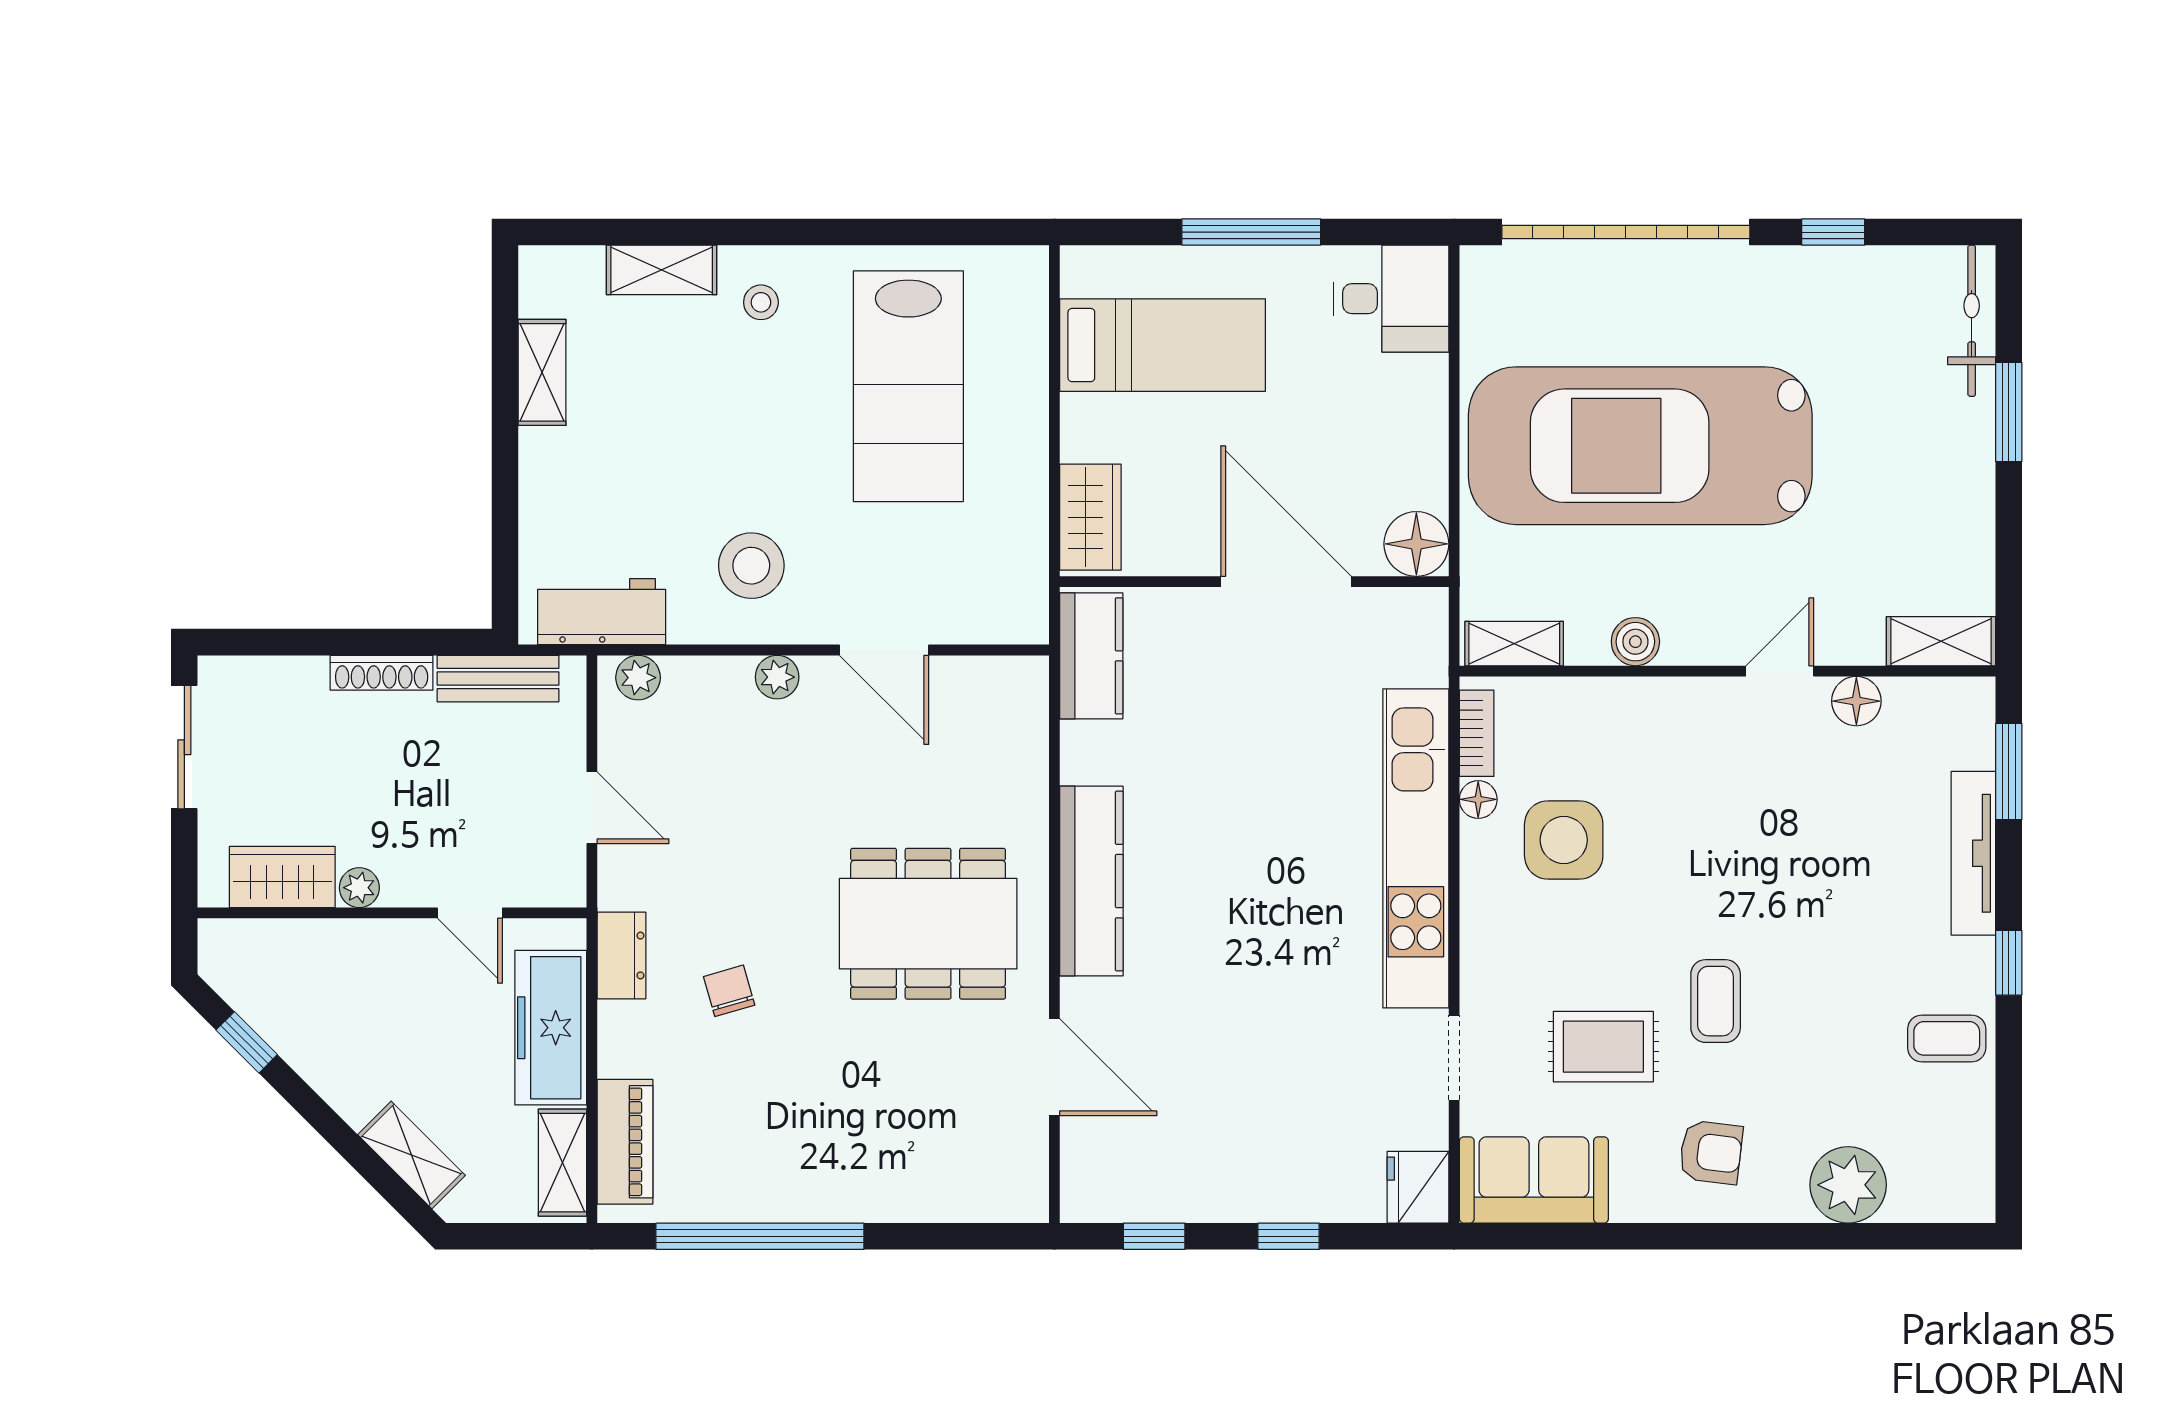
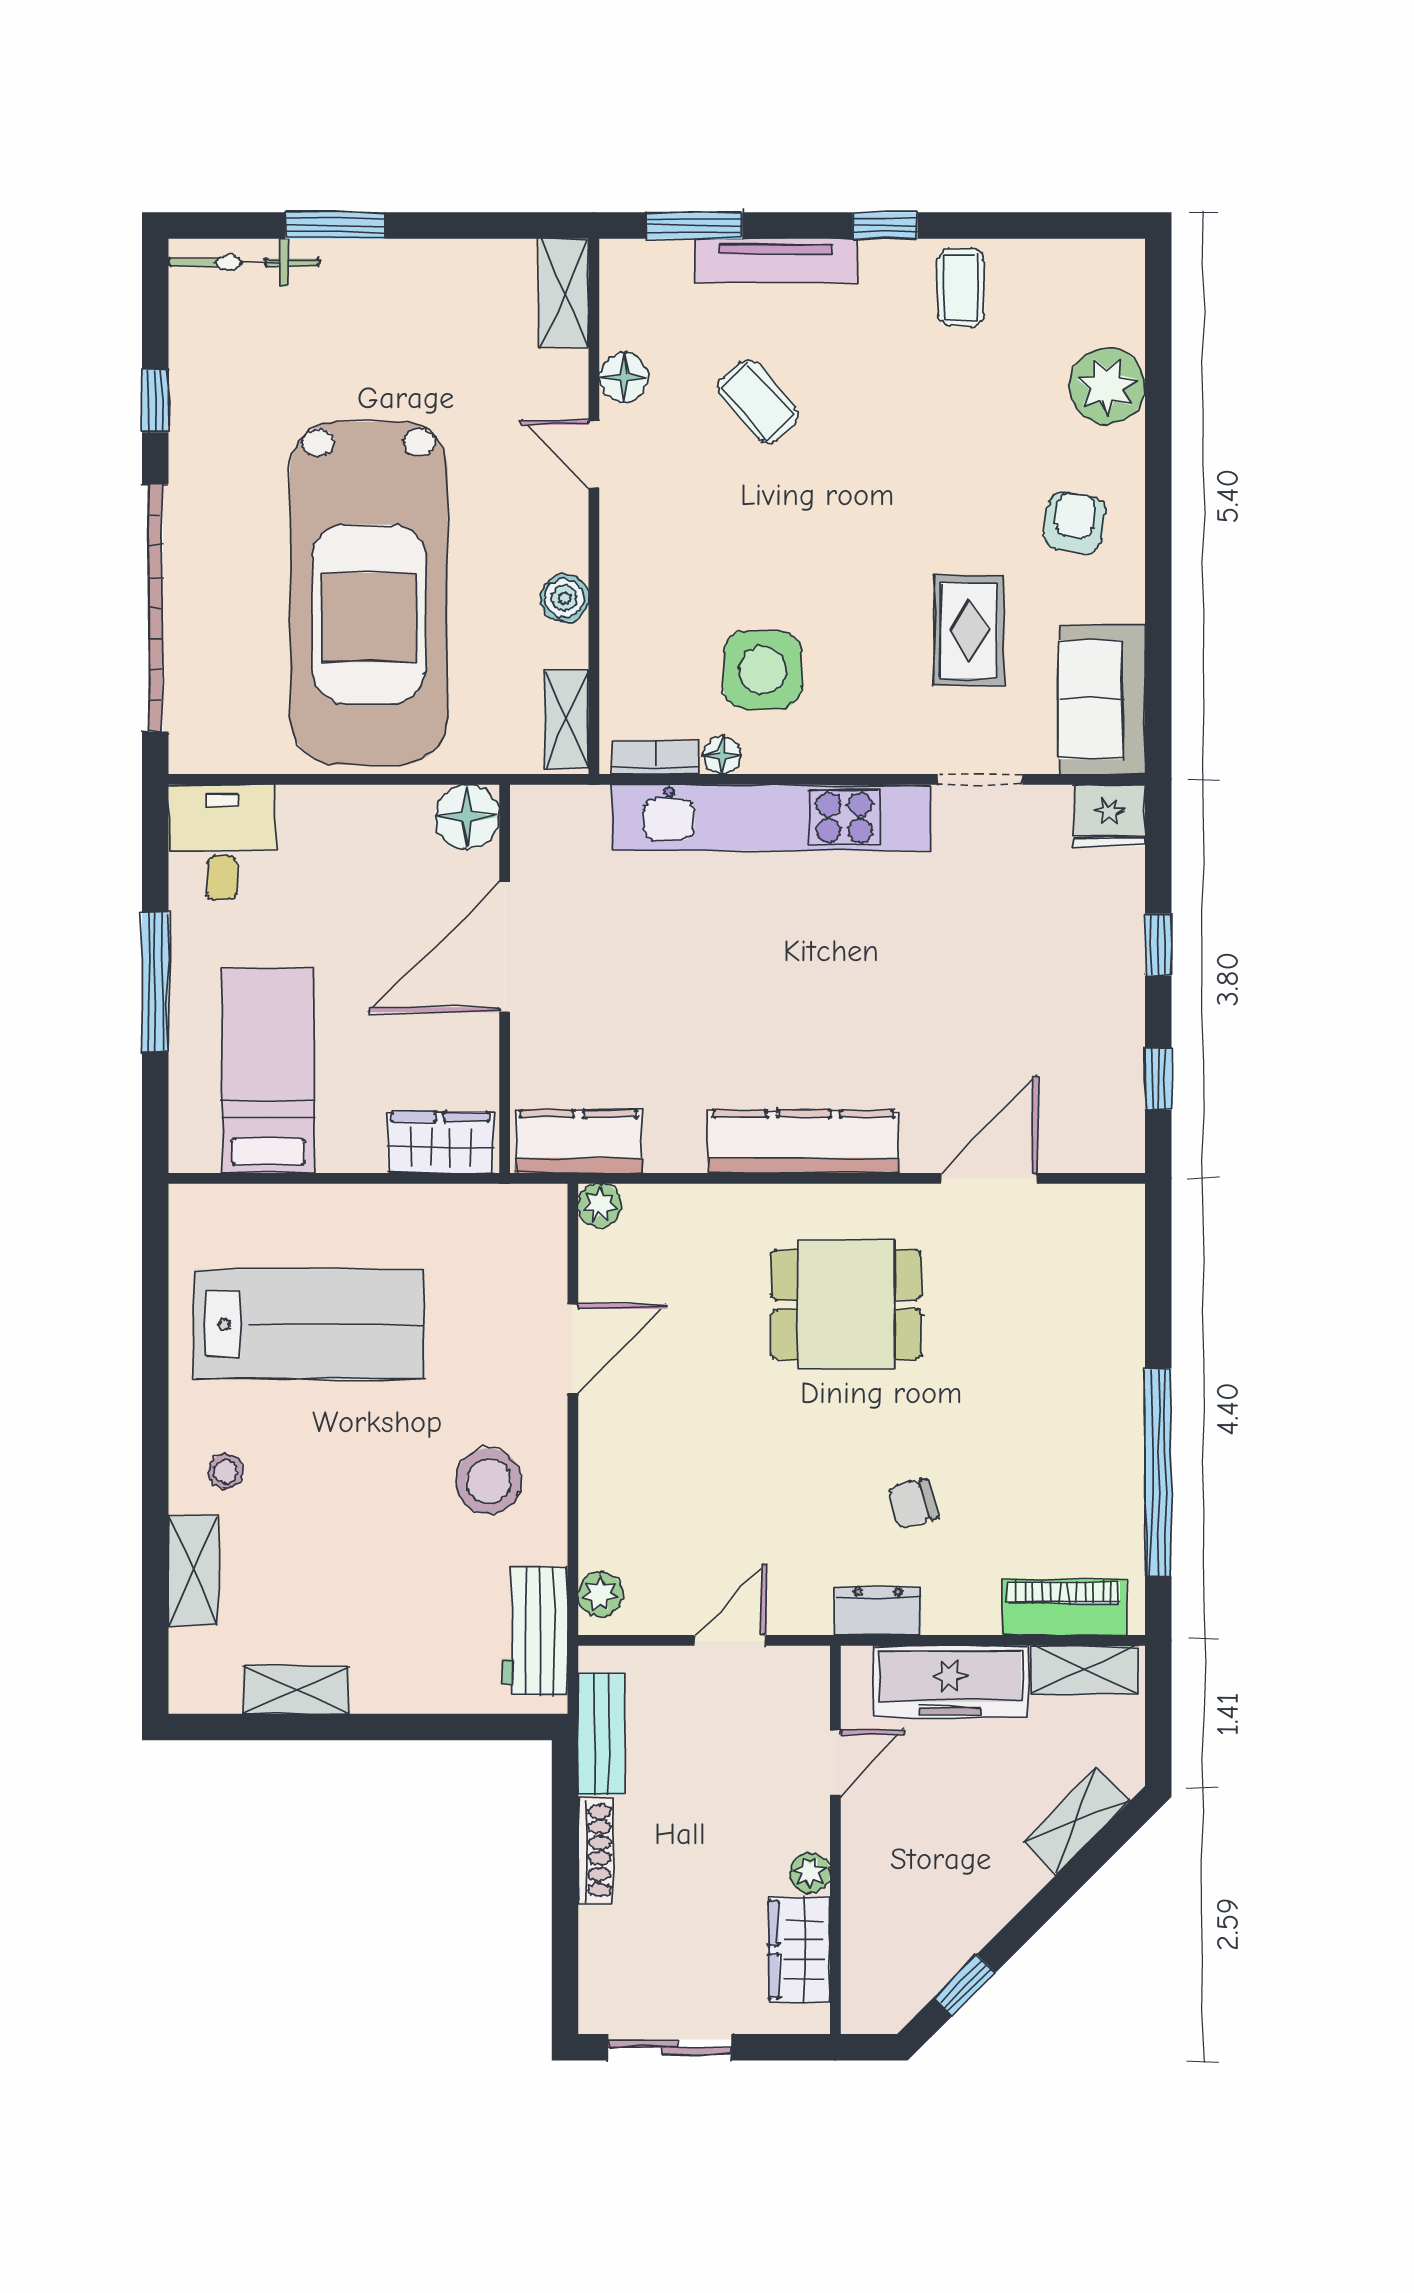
plant: (777, 677) -> (600, 1205), moved
dining table: (928, 924) -> (846, 1305), width x0.73
coffee table: (1716, 1001) -> (758, 401), moved, turned 49

